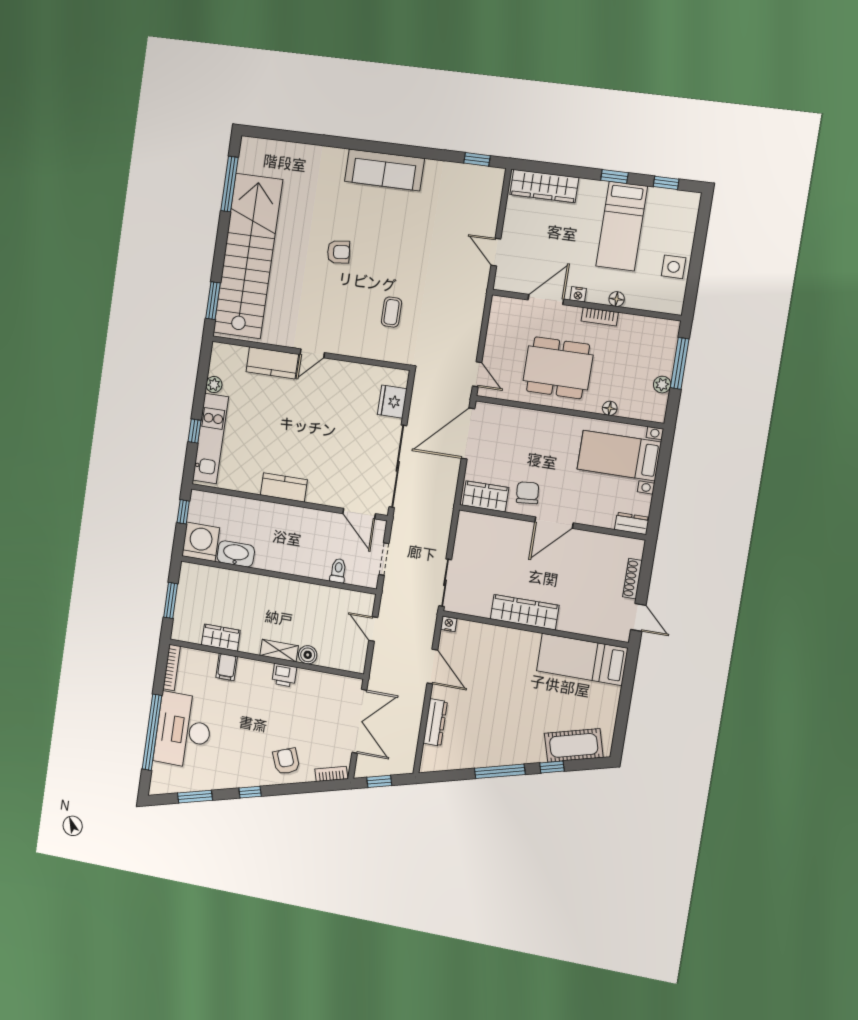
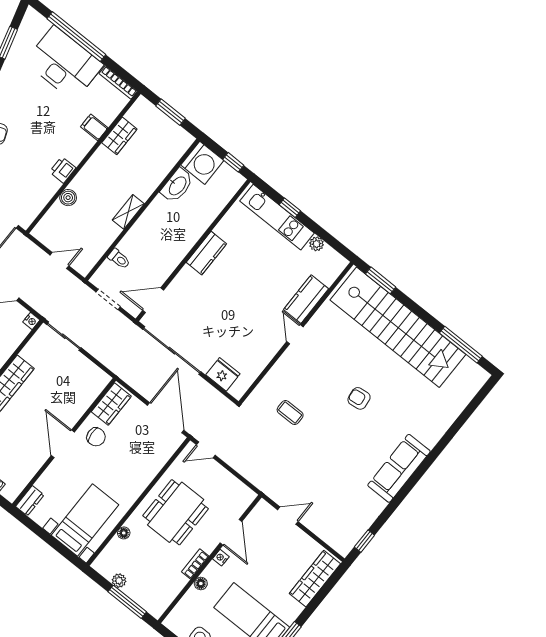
armchair: (338, 252) -> (359, 398), turned 89
shelving: (279, 651) -> (128, 212), moved

